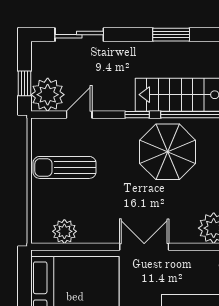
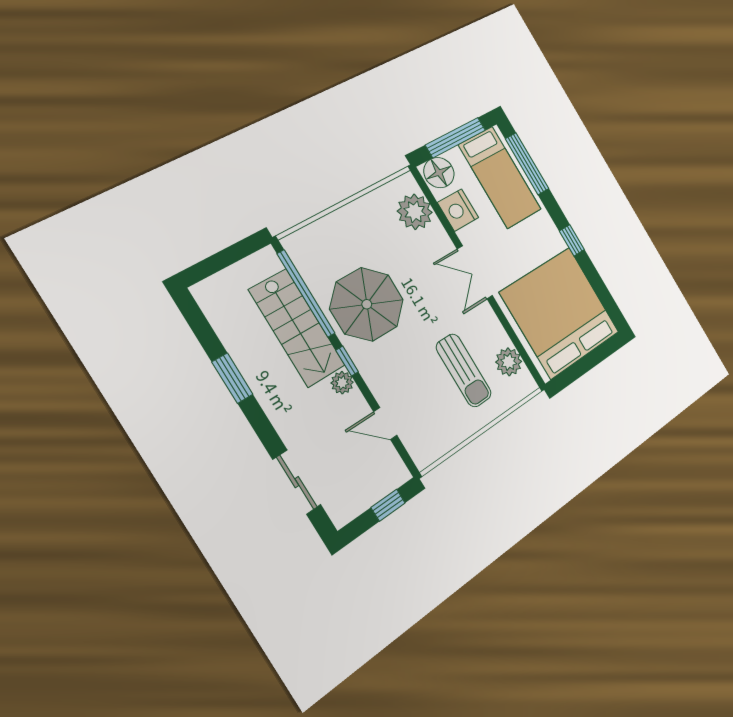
plant: (48, 95) -> (342, 383), moved, width x0.53, depth x0.53
sun lounger: (64, 167) -> (464, 370), moved
nightstand: (197, 263) -> (458, 210), added

